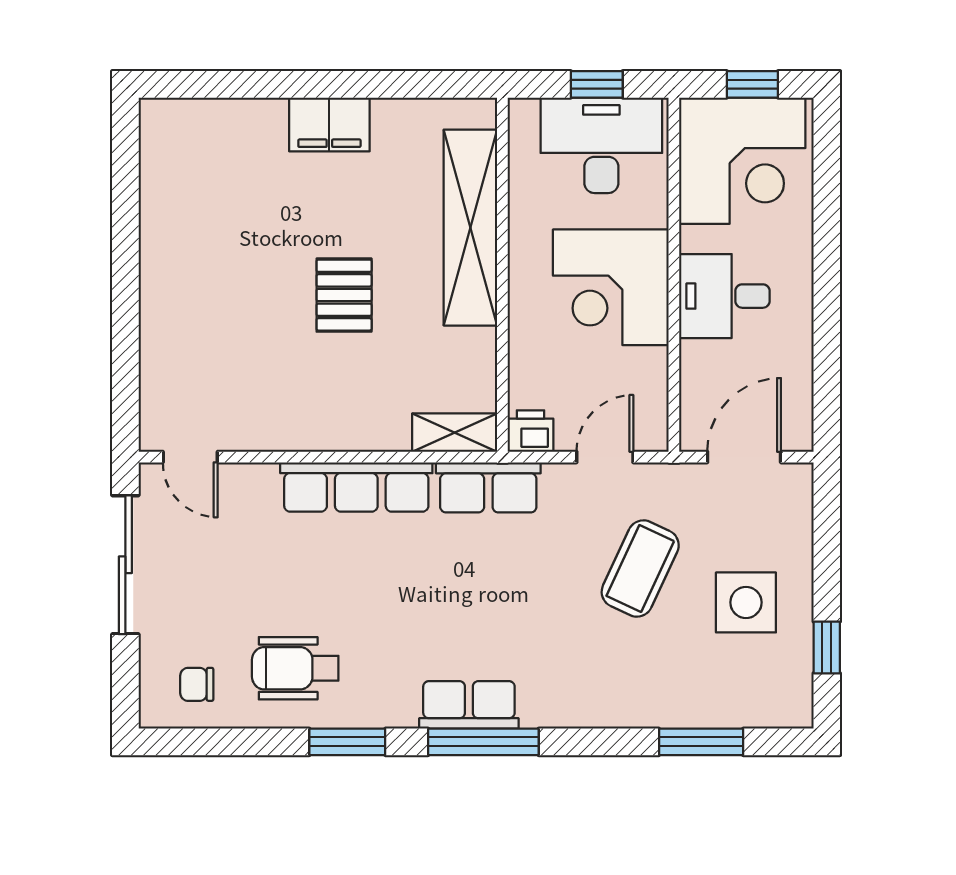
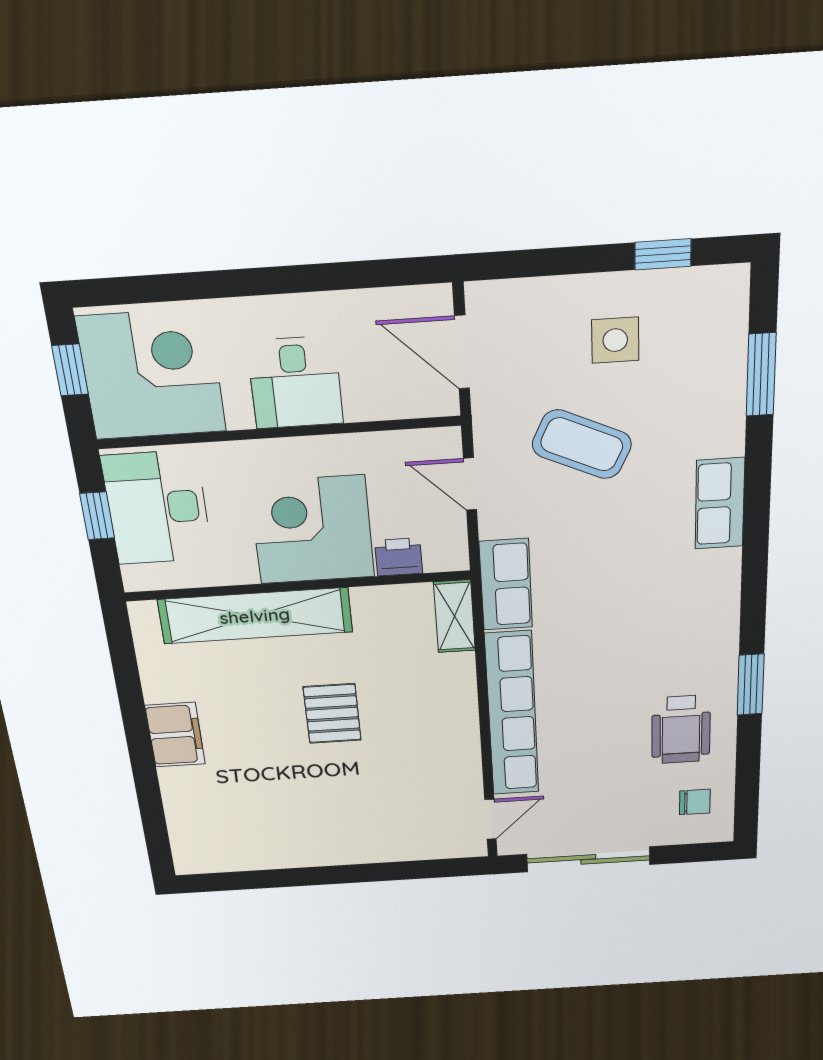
corner desk: (611, 287) -> (312, 530), moved, turned 180
pallet: (344, 295) -> (332, 713), turned 90
printer: (531, 431) -> (399, 557), moved, turned 90
row of seats: (356, 487) -> (512, 714), width x1.36
side table: (746, 602) -> (615, 340), width x0.73, depth x0.73
chair: (197, 684) -> (695, 802), turned -90
row of seats: (469, 705) -> (720, 504), moved
window: (483, 742) -> (754, 573), removed

